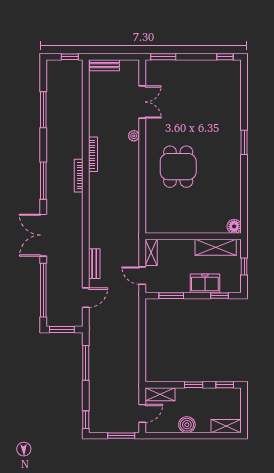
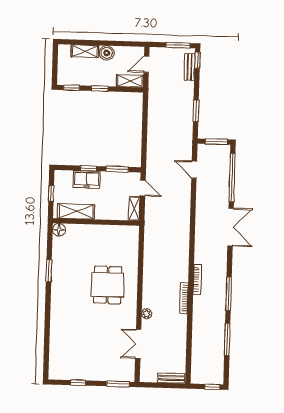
window: (70, 57) -> (212, 387), moved
window: (225, 57) -> (78, 383), moved
window: (244, 142) -> (49, 271), moved
window: (43, 181) -> (229, 294), moved
bench: (94, 264) -> (190, 67), moved
window: (220, 296) -> (88, 168), moved
door: (86, 298) -> (194, 170), hinge flipped
window: (86, 363) -> (196, 111), width x0.69
shelving: (226, 426) -> (85, 51), moved
window: (121, 436) -> (178, 45), moved

